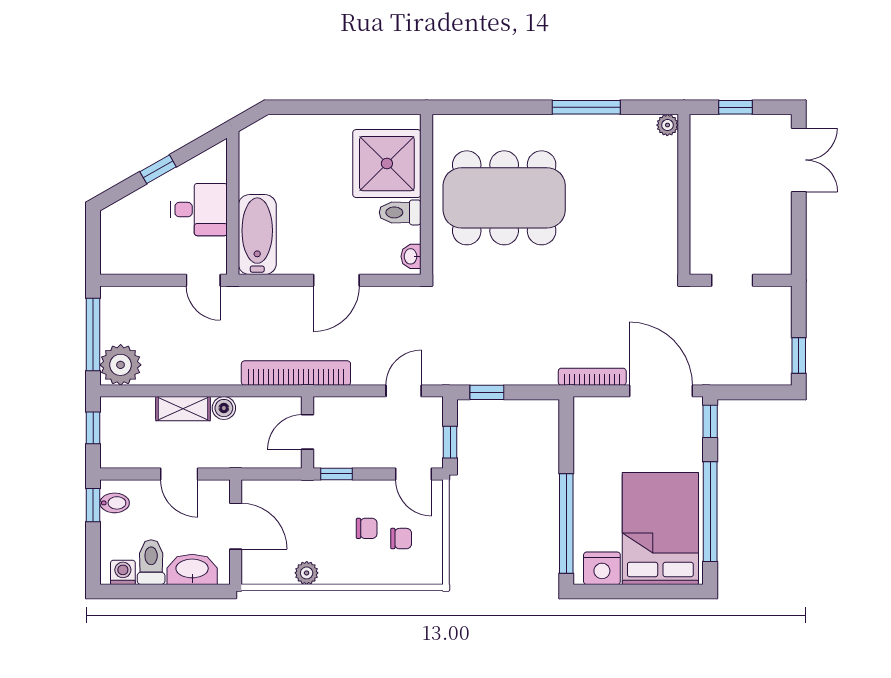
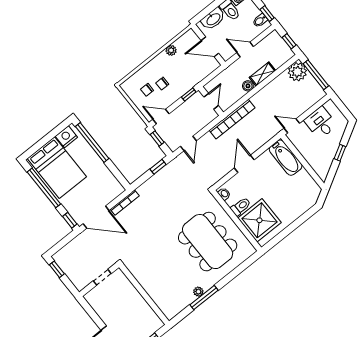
plant: (667, 125) -> (198, 292), moved
dining table: (504, 198) -> (208, 242), turned 90
desk: (199, 210) -> (321, 123), moved, turned 90

